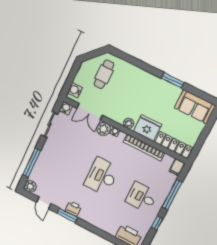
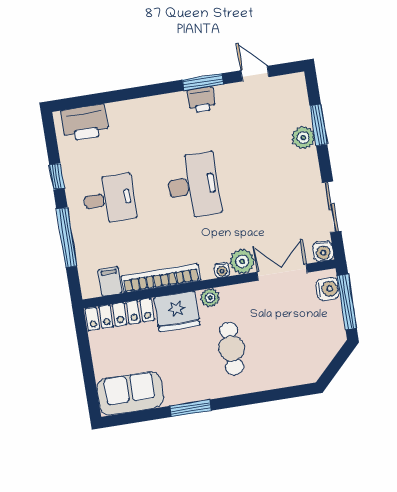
cafe table: (104, 74) -> (232, 348), moved
window: (71, 79) -> (347, 302), added
window: (32, 163) -> (318, 125), width x0.69
filing cabinet: (177, 167) -> (110, 282), moved
plant: (30, 186) -> (303, 138), moved

